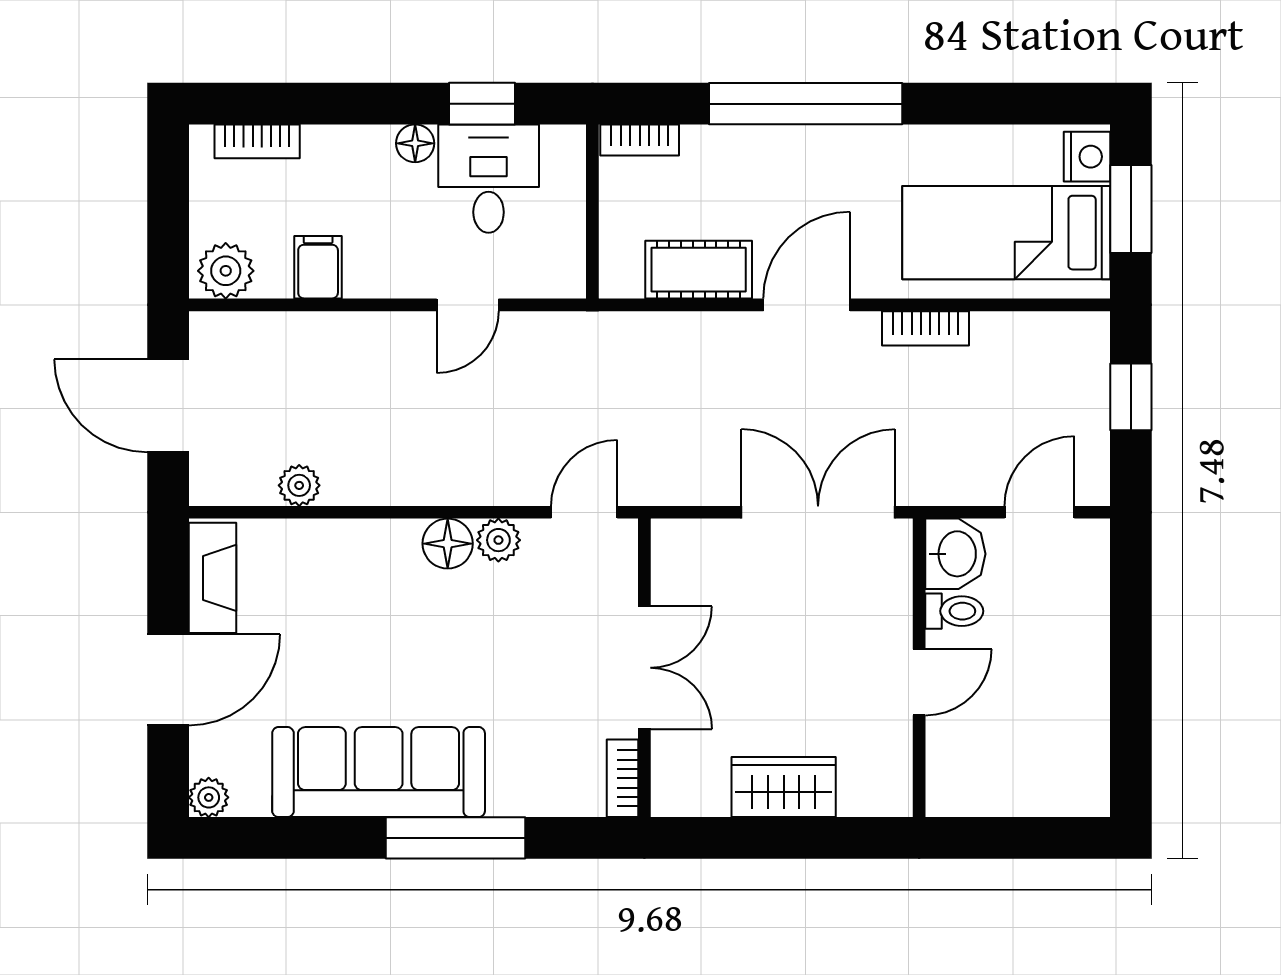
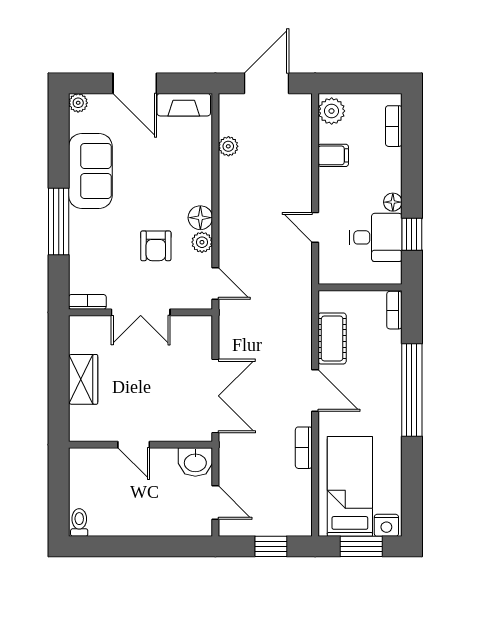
toilet: (954, 611) -> (79, 522), moved, turned 180
armchair: (506, 636) -> (156, 246), added
sofa: (379, 772) -> (90, 171), width x0.73

